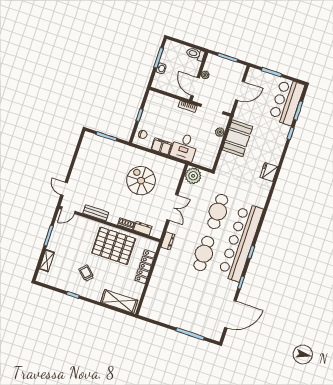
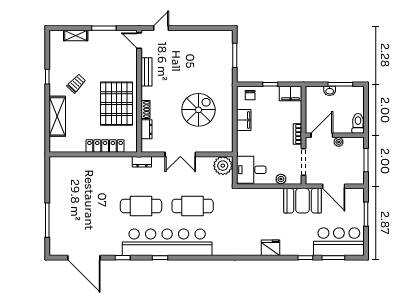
filing cabinet: (153, 101) -> (290, 94), added
booth: (237, 138) -> (303, 201), moved
desk: (184, 147) -> (251, 170), moved
fridge: (269, 172) -> (271, 248), moved
shelving: (119, 301) -> (57, 116), moved

